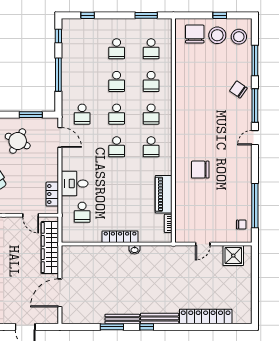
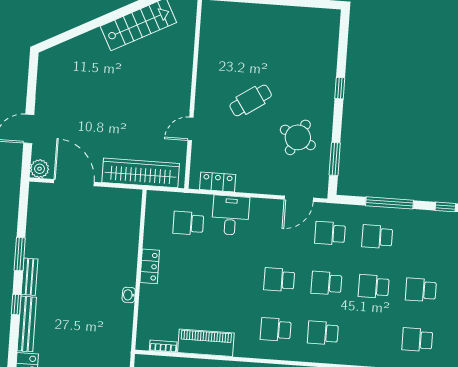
school desk: (151, 81) -> (377, 237), moved
door: (31, 215) -> (191, 129), moved
locker: (120, 237) -> (150, 266), width x0.66
plant: (52, 317) -> (40, 169), added
bench: (122, 319) -> (29, 277), width x0.73

